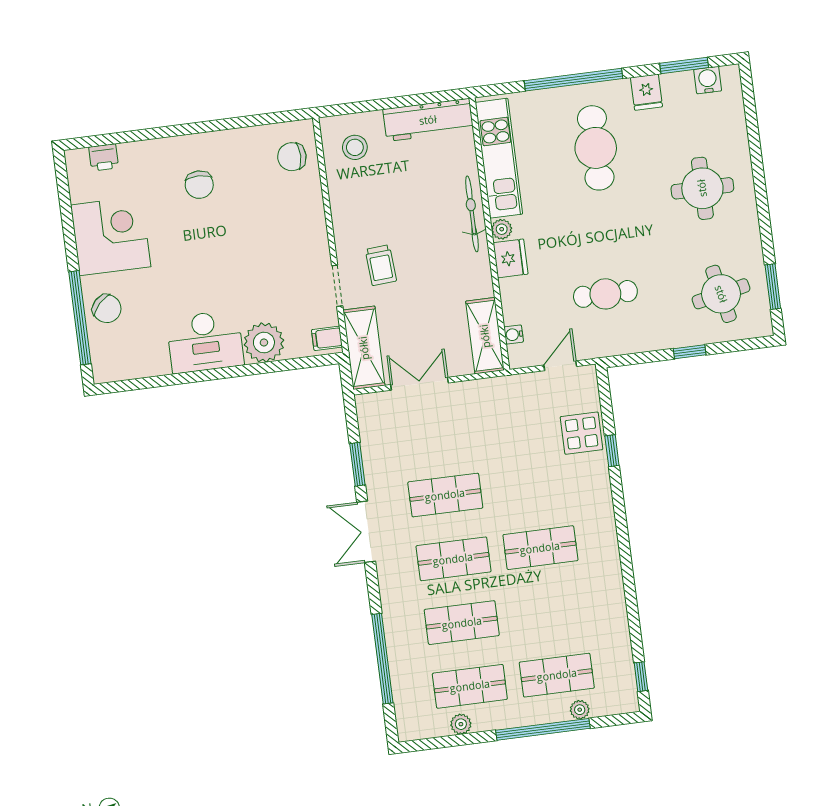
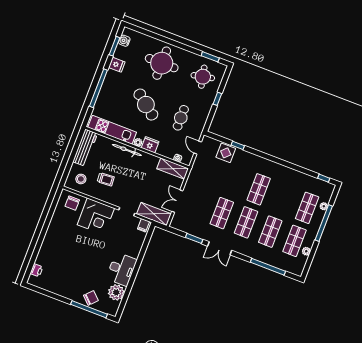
cafe table: (596, 148) -> (146, 105), moved, turned 38
chair: (199, 185) -> (64, 241), removed
round table: (702, 188) -> (162, 63), width x1.36, depth x1.36
corner desk: (111, 236) -> (96, 216), moved, turned 180
trolley: (381, 265) -> (106, 179), moved
plant: (264, 343) -> (116, 292), moved

